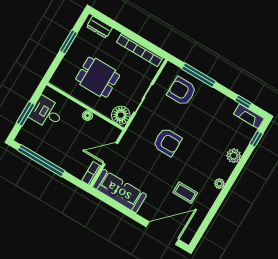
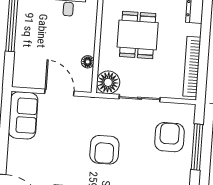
floor lamp: (87, 116) -> (88, 62), moved
bookcase: (91, 173) -> (26, 82), removed
sofa: (119, 191) -> (23, 115), width x0.73

